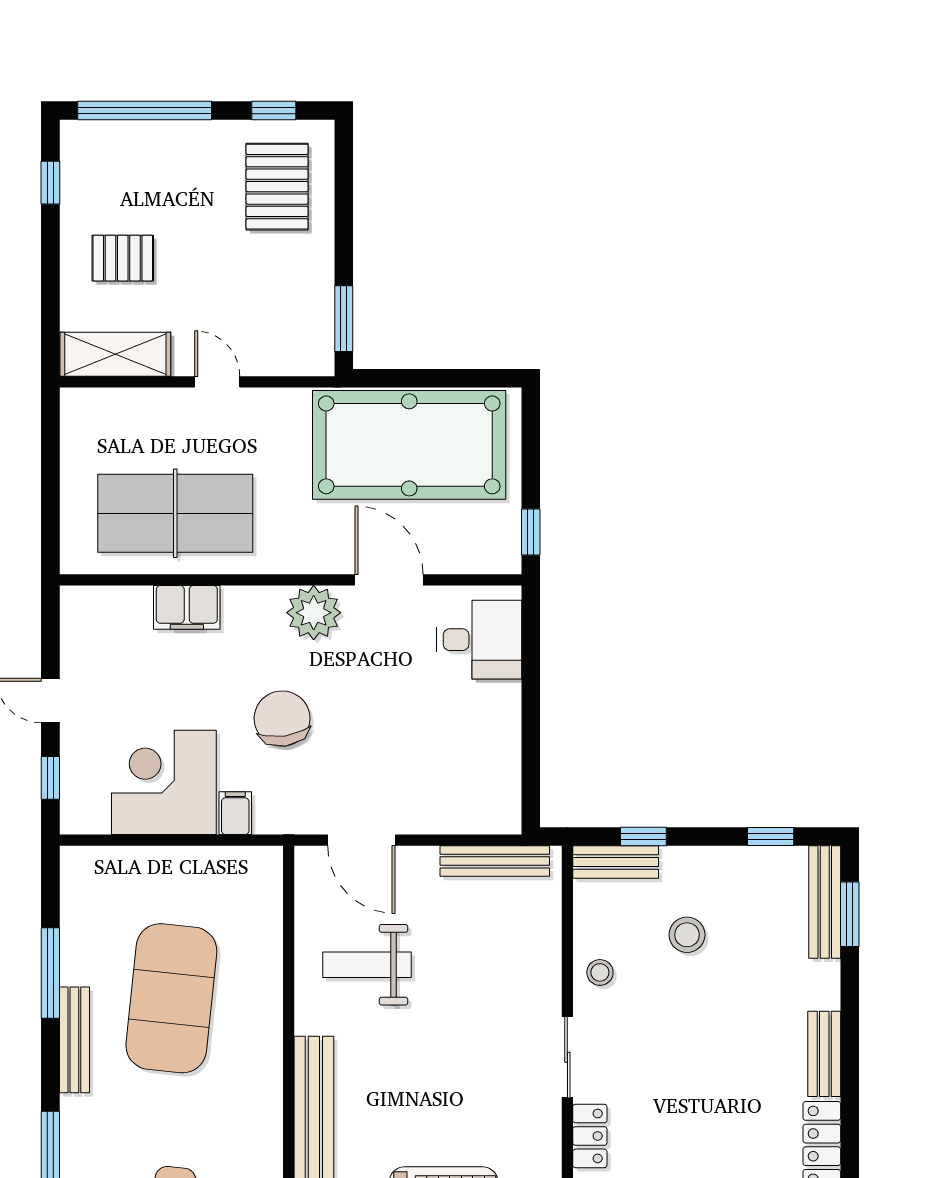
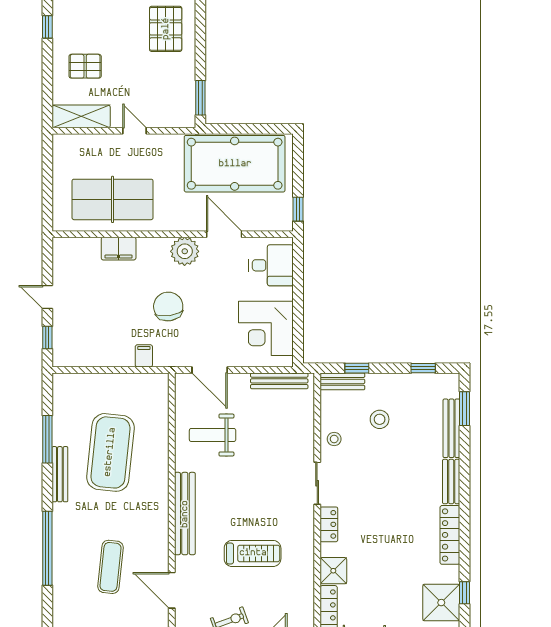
corner desk: (164, 782) -> (266, 328), moved, turned -90
bench: (825, 902) -> (451, 428), moved

